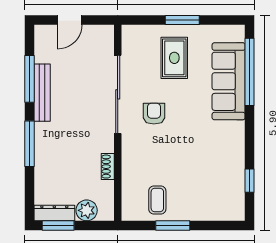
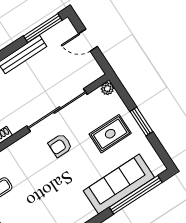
plant: (129, 32) -> (107, 89), added
window: (30, 79) -> (43, 28), moved
armchair: (154, 114) -> (60, 145), turned 180

